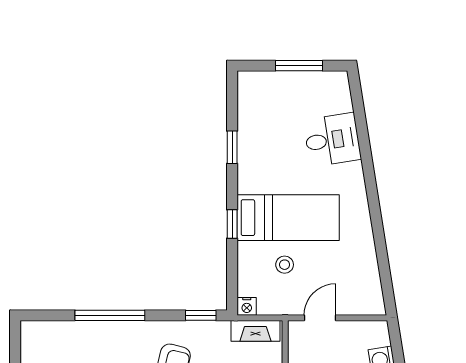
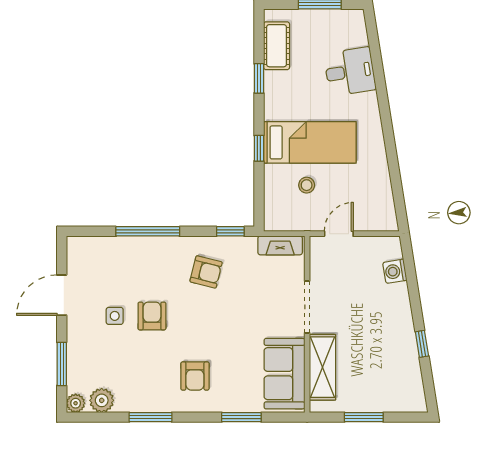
cot: (252, 111) -> (277, 46), added
nightstand: (247, 306) -> (272, 223), removed

